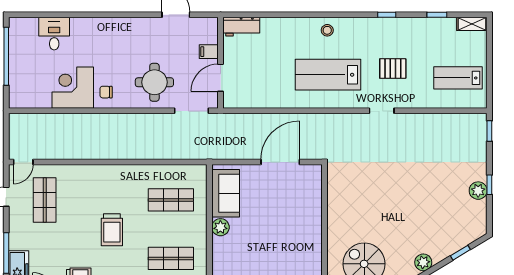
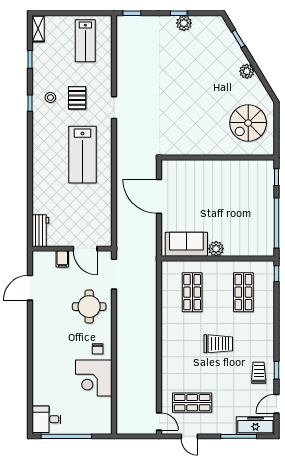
stool: (327, 30) -> (50, 98), moved
desk: (54, 34) -> (47, 419), moved

